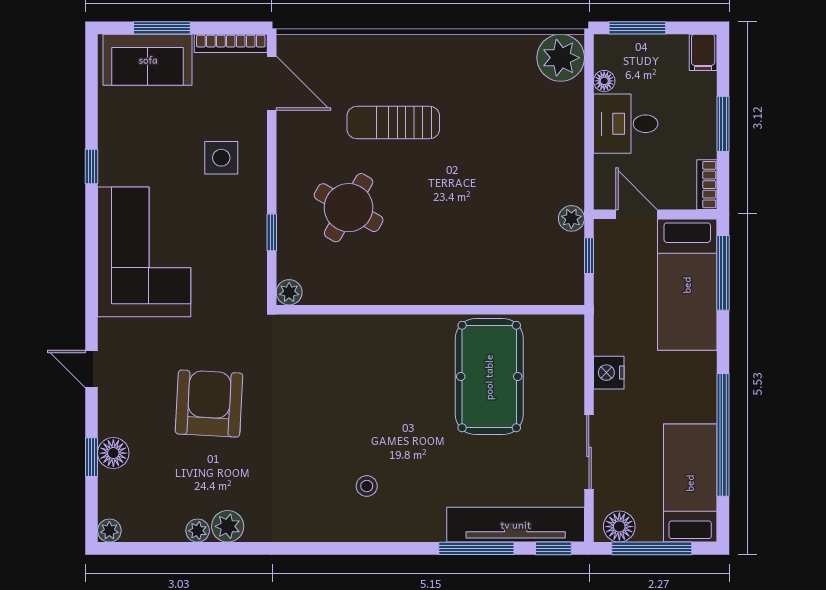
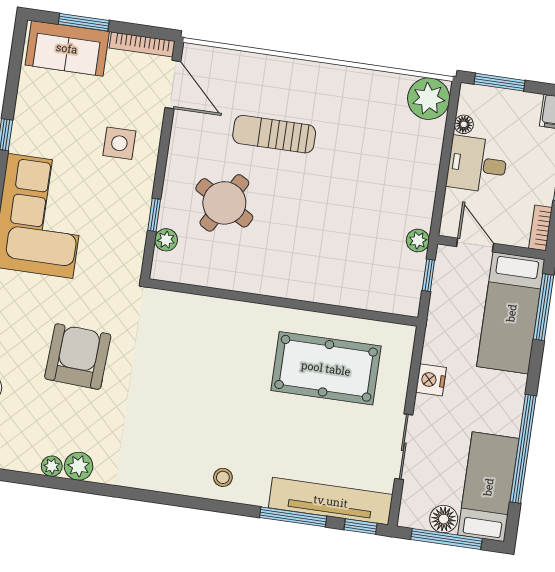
plant: (289, 292) -> (166, 240), moved
pool table: (489, 377) -> (326, 368), turned 90
stool: (367, 486) -> (223, 477), moved
floor lamp: (619, 527) -> (444, 519), moved

